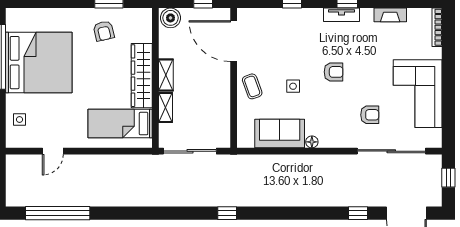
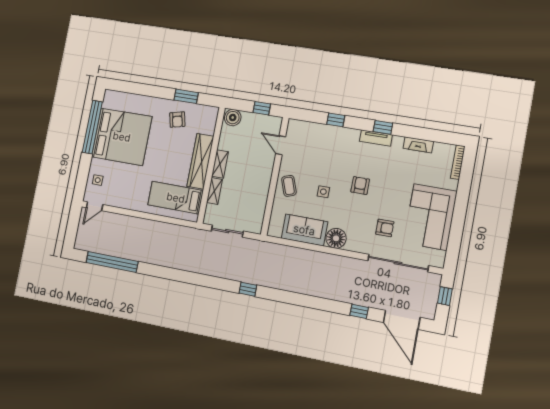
door: (234, 41) -> (281, 145), width x0.53
armchair: (334, 72) -> (360, 186), turned -90
floor lamp: (312, 142) -> (336, 238), width x1.89, depth x1.89
door: (53, 151) -> (95, 206), moved
sliding door: (190, 151) -> (227, 231), width x0.73

